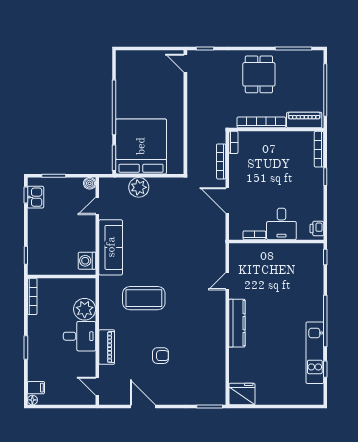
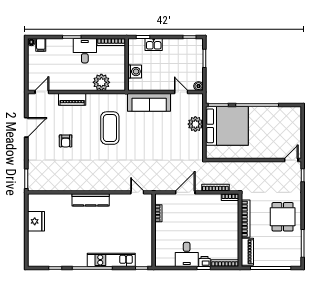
dining table: (259, 74) -> (283, 217), turned 90
kitchen sink: (36, 197) -> (154, 44), moved
desk: (281, 224) -> (187, 254), moved, turned -90
printer: (317, 229) -> (205, 262), moved
washing machine: (87, 261) -> (135, 72), moved, turned 90
door: (227, 281) -> (137, 192), moved
desk: (80, 336) -> (85, 51), moved, turned 180
kitchen unit: (315, 353) -> (111, 260), moved
fridge: (242, 394) -> (36, 221), moved

